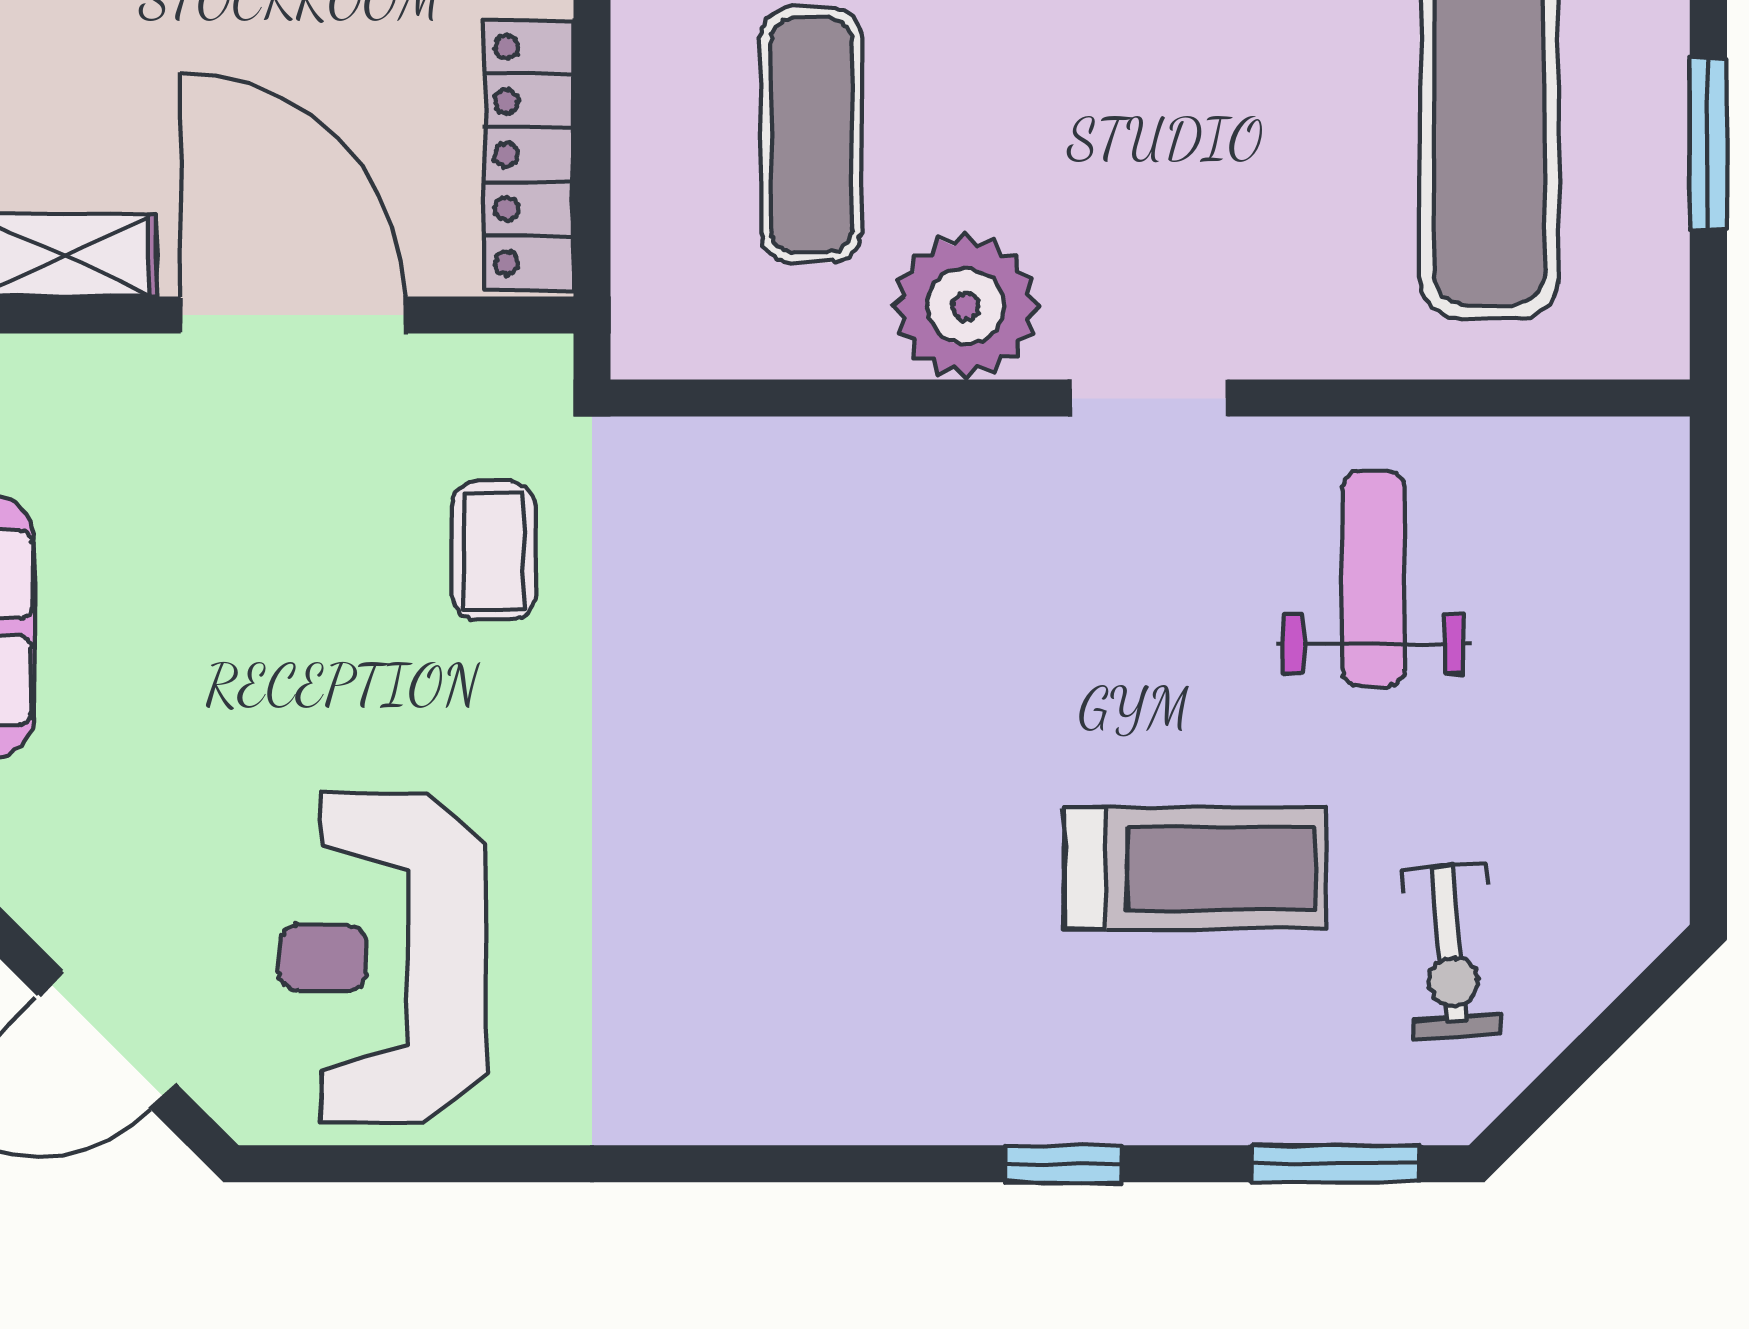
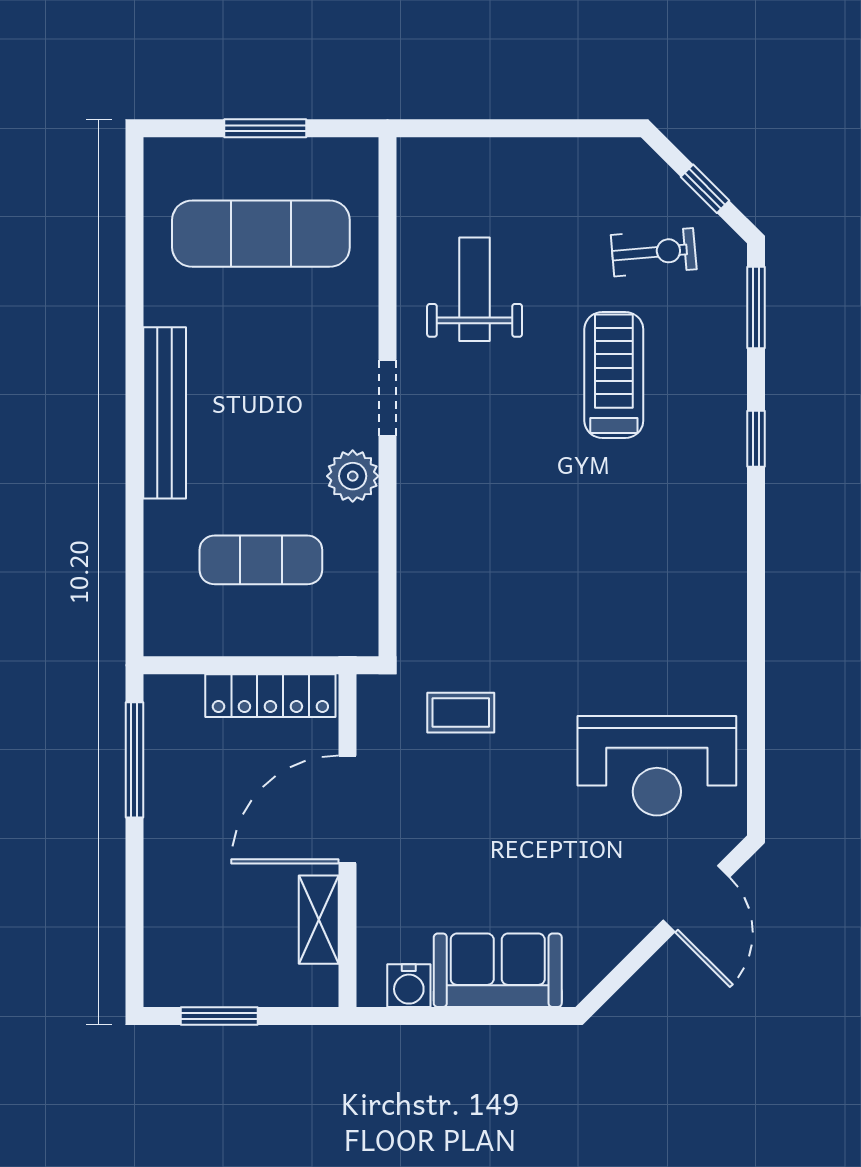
plant: (966, 306) -> (353, 476), width x0.73, depth x0.73
weight bench: (1374, 579) -> (475, 289), turned 90
window: (1582, 1058) -> (705, 189), added

